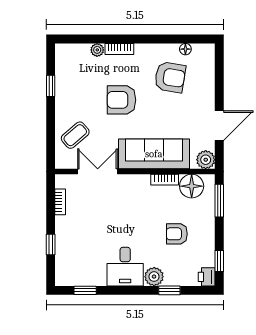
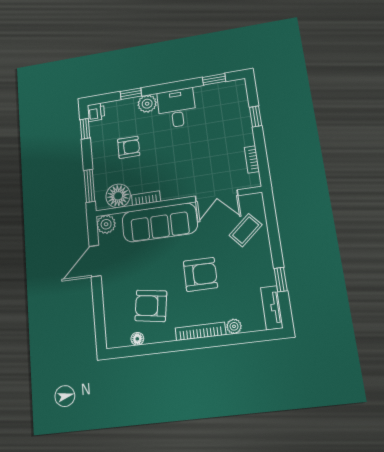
bookcase: (119, 49) -> (200, 331), width x1.56
tv unit: (62, 62) -> (272, 308), added

